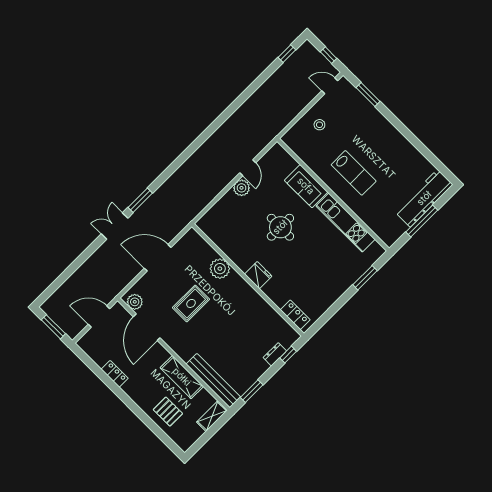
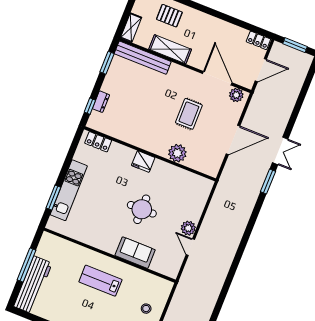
kitchen unit: (346, 223) -> (69, 190), moved, turned 90
locker: (115, 374) -> (258, 40), moved

